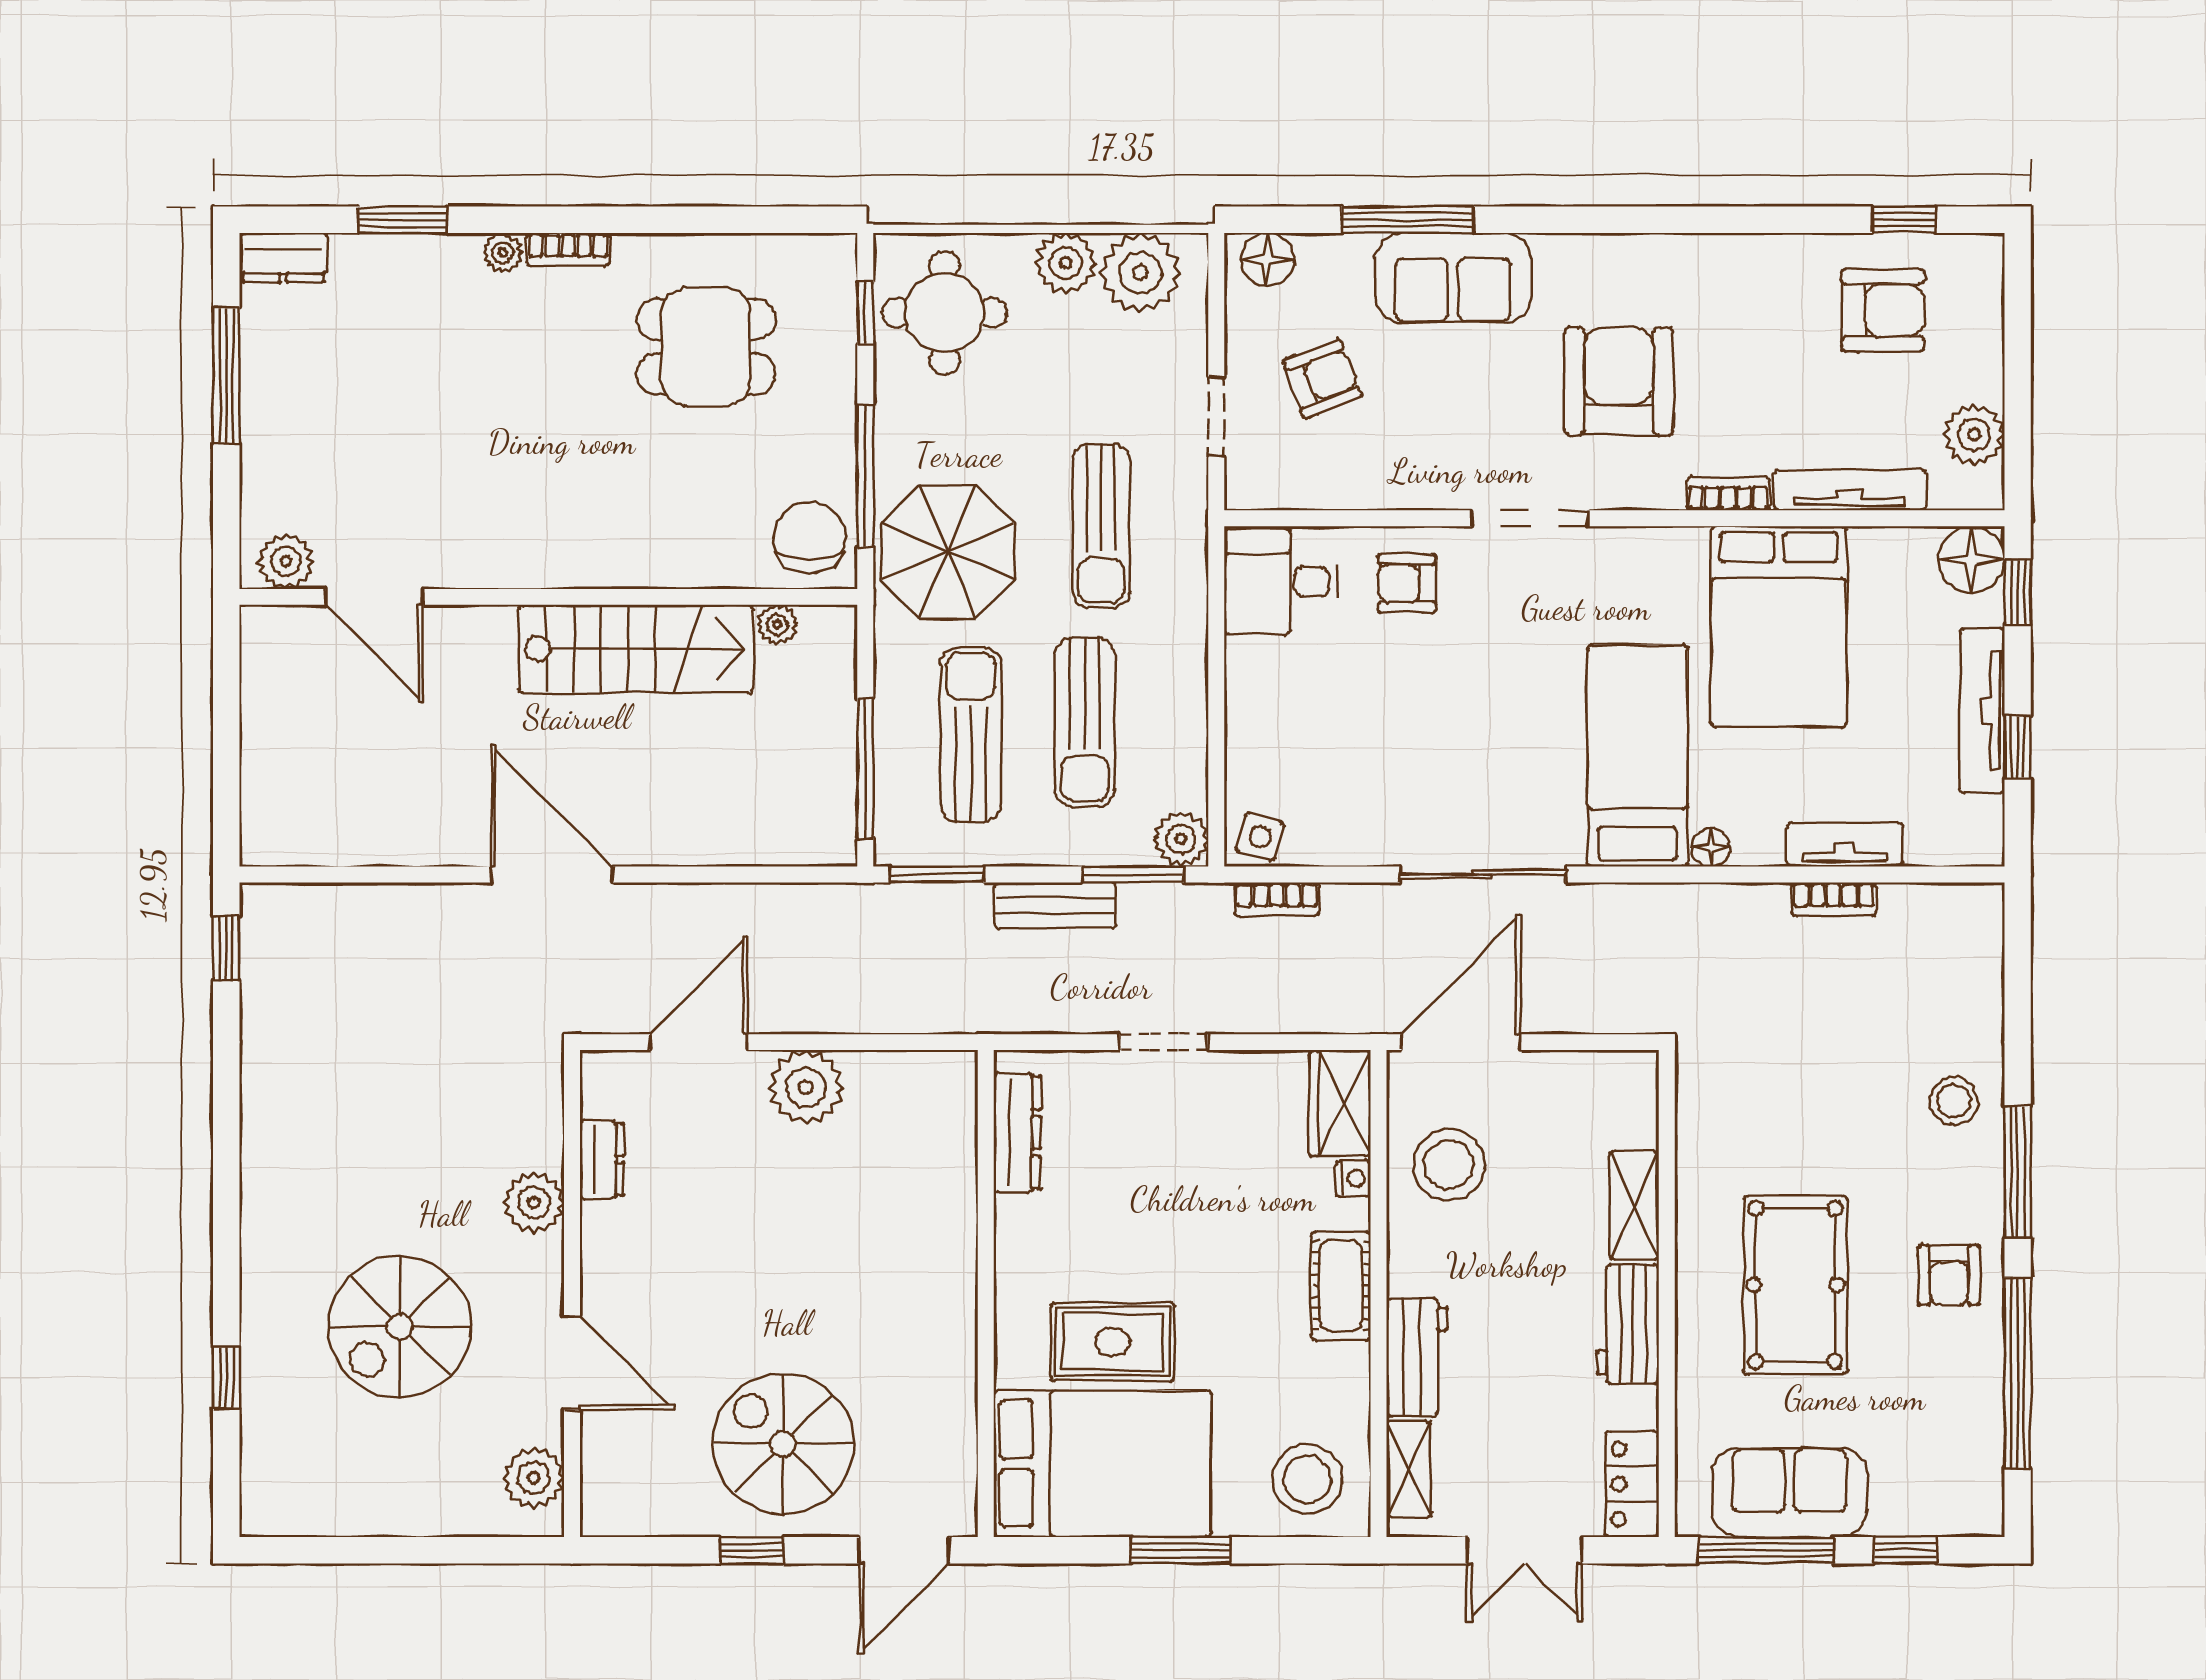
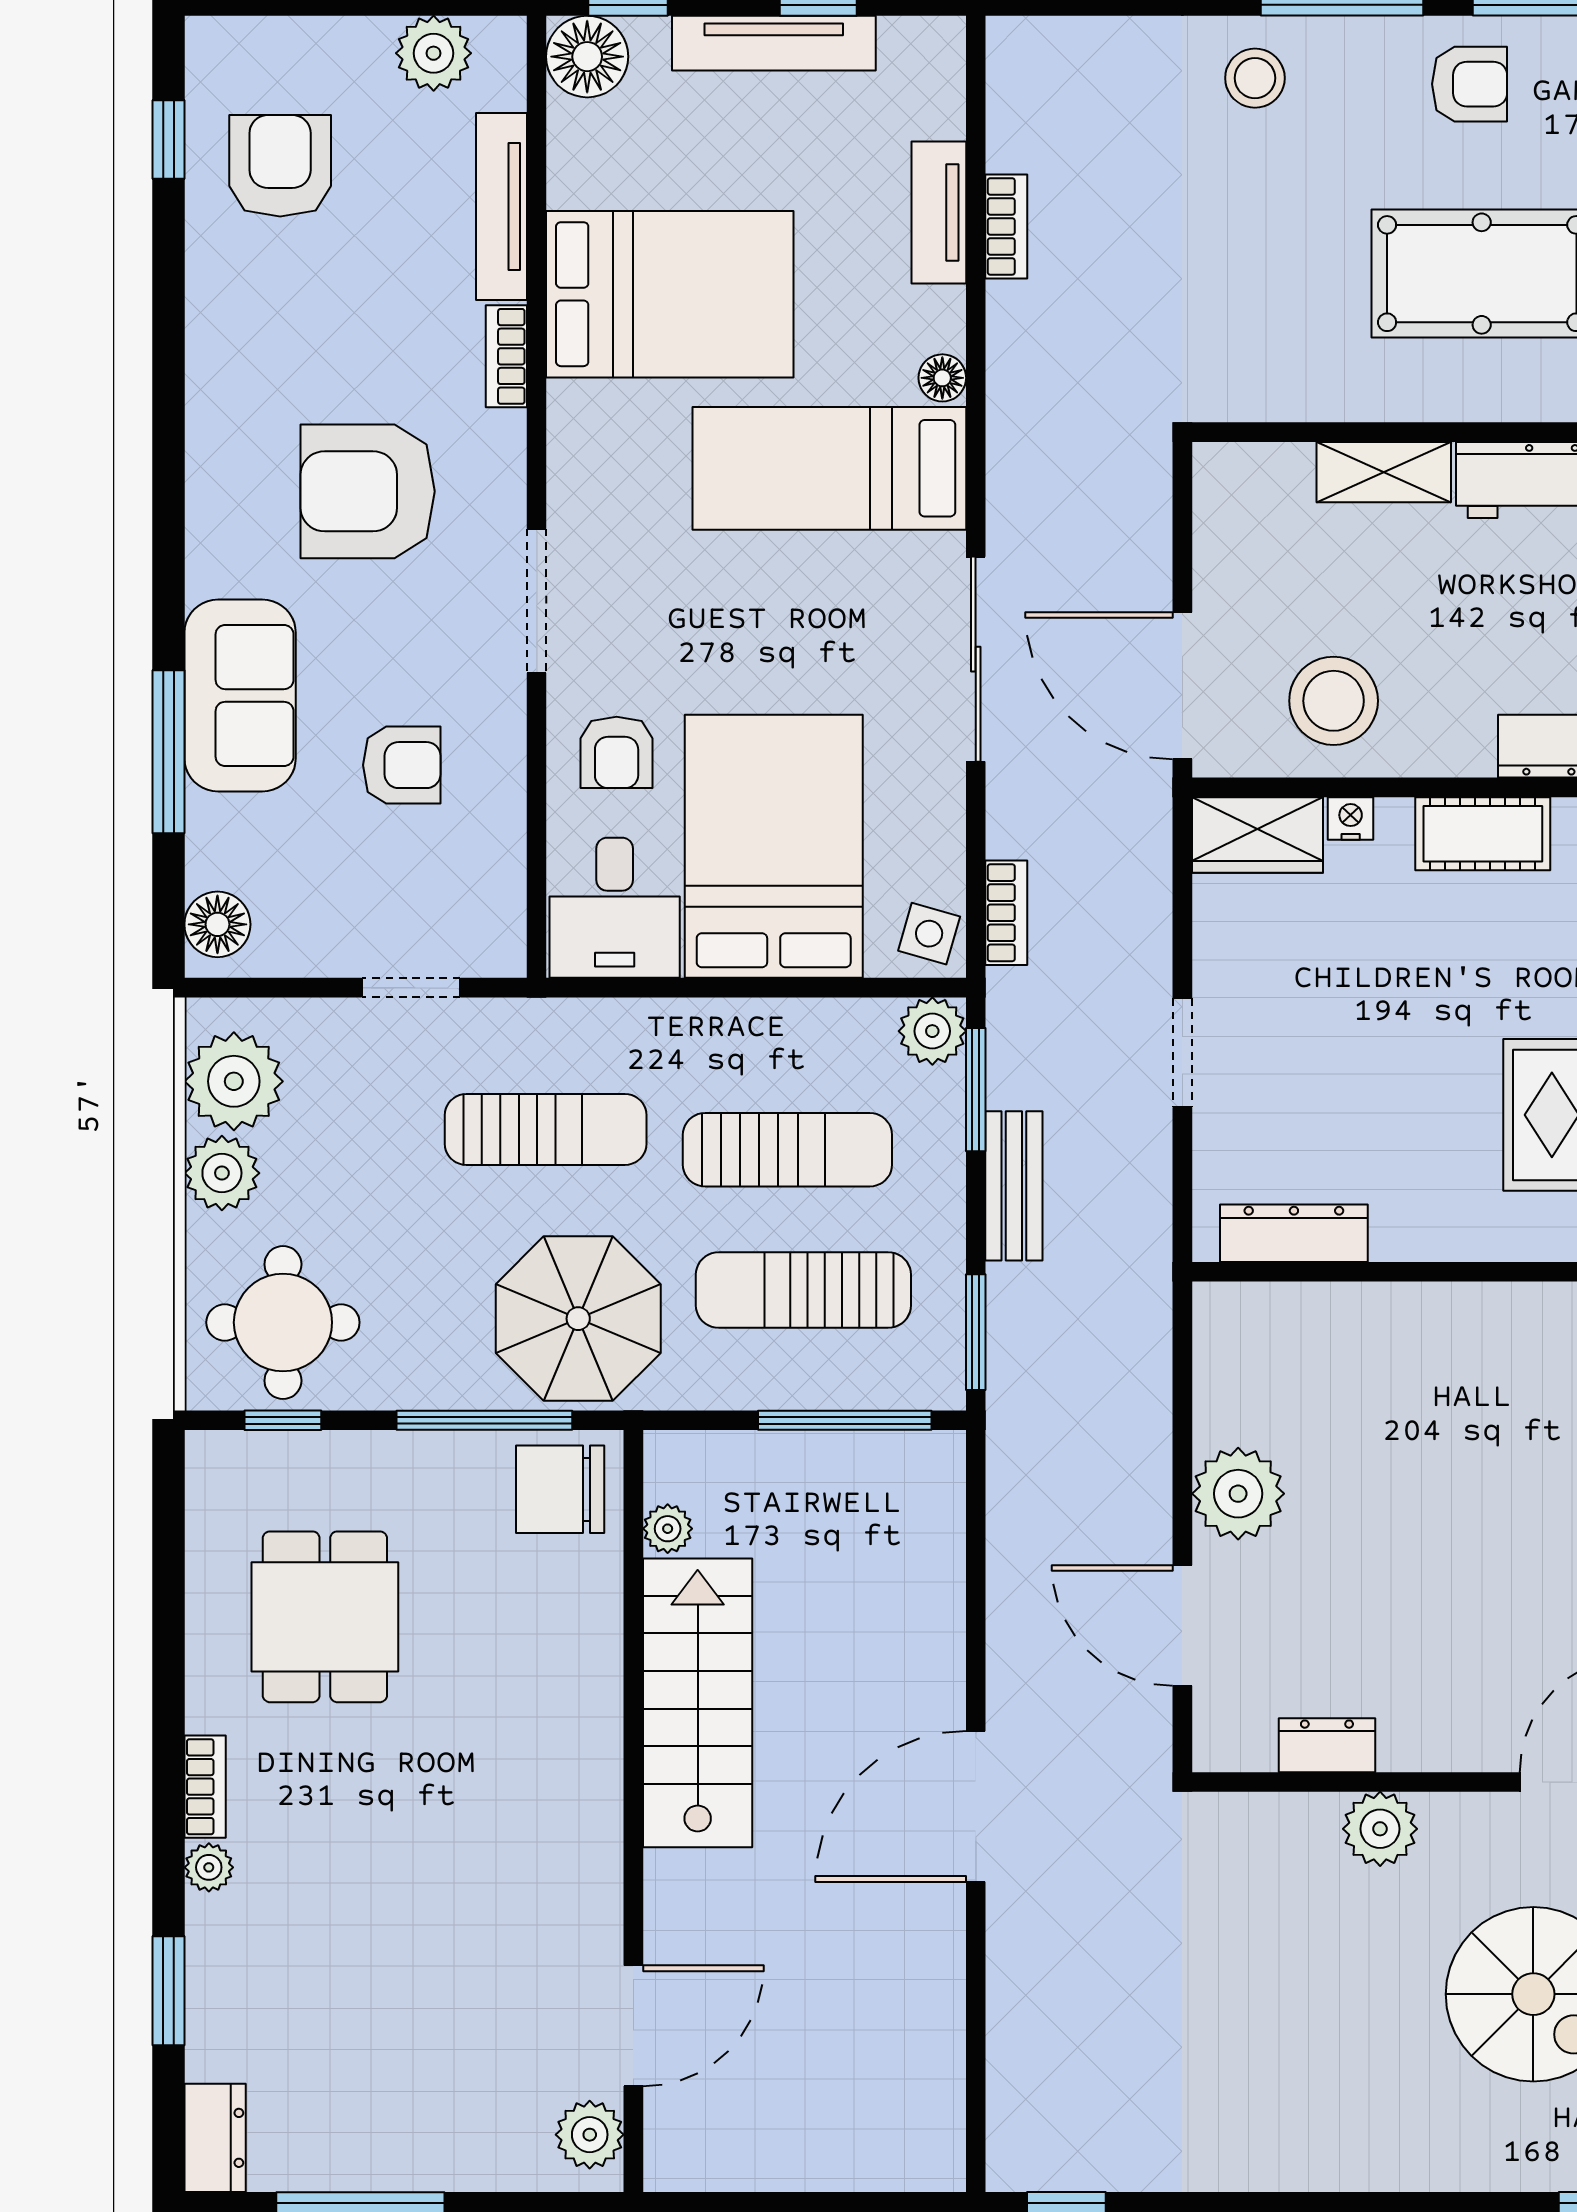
armchair: (1322, 379) -> (402, 765), moved, turned 111
bed: (1331, 711) -> (774, 846), added

